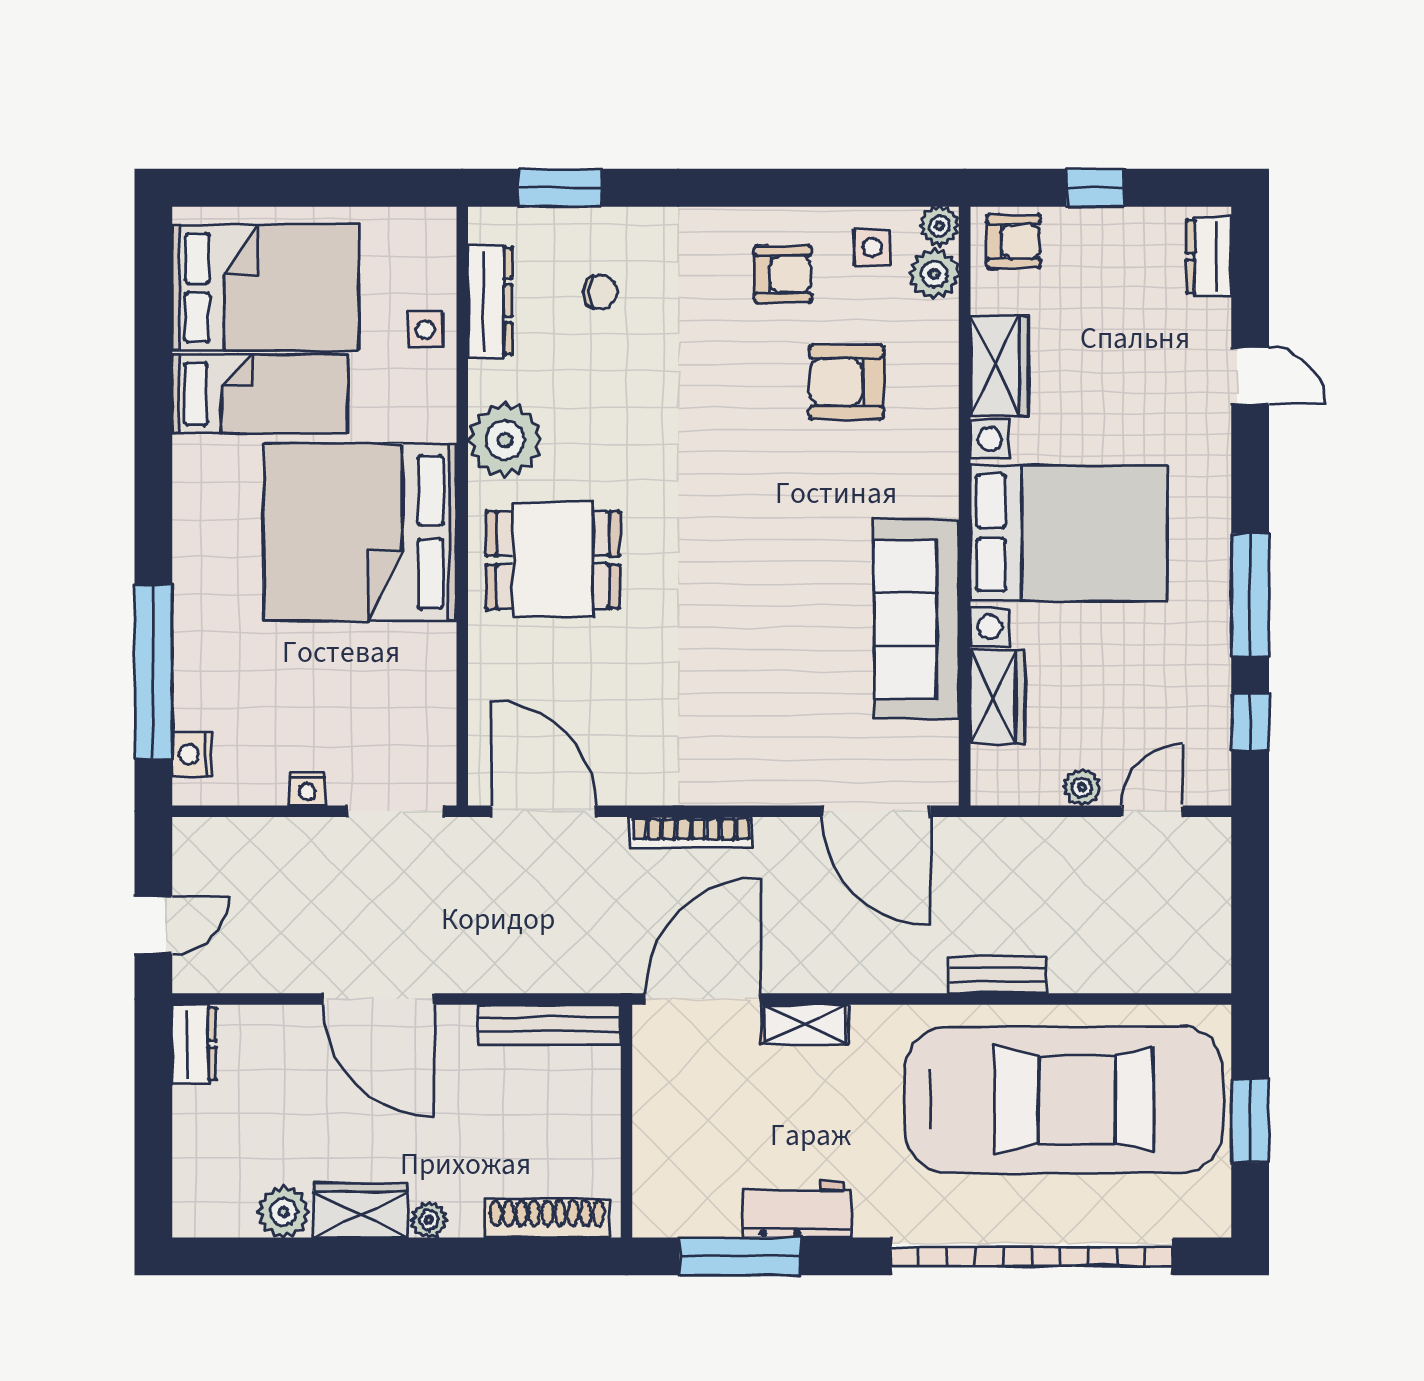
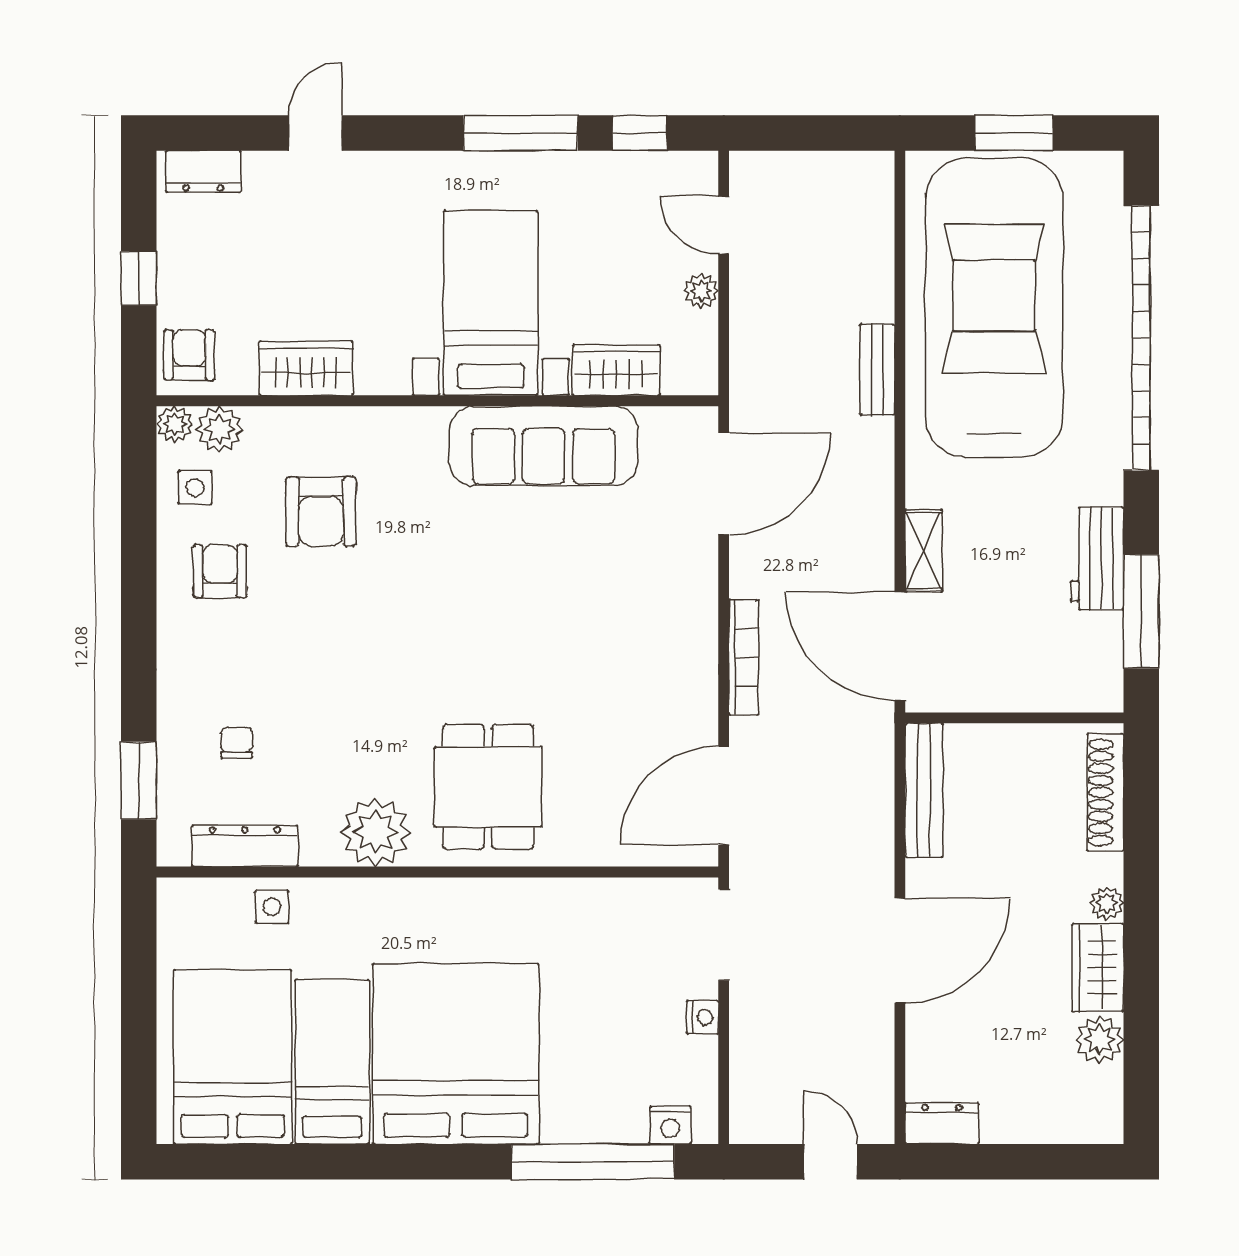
bed: (360, 532) -> (456, 1054), moved, turned 180
bed with nightstands: (1069, 533) -> (491, 303), width x0.73

